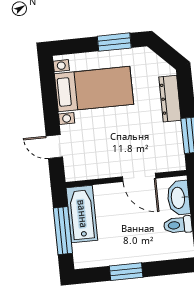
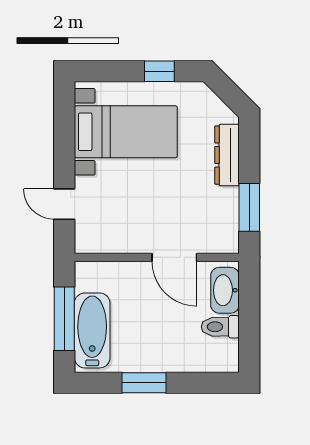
window: (114, 42) -> (159, 71), width x0.67
bathtub: (82, 214) -> (92, 330), moved

